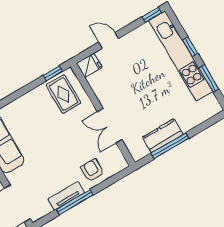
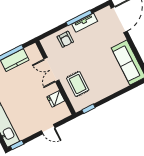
fridge: (89, 65) -> (56, 99), moved
rug: (64, 94) -> (78, 84), moved
double door: (110, 126) -> (51, 70), swing flipped

